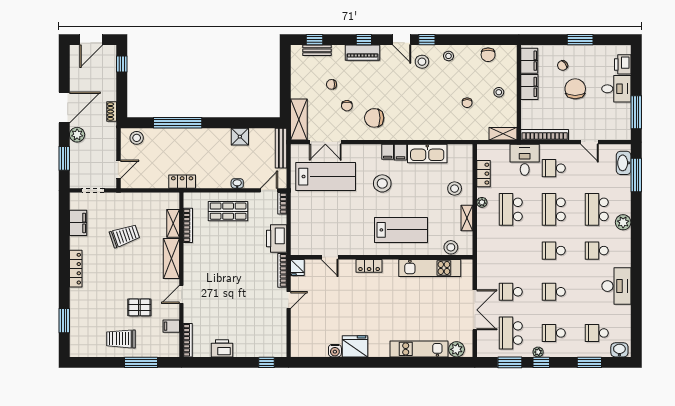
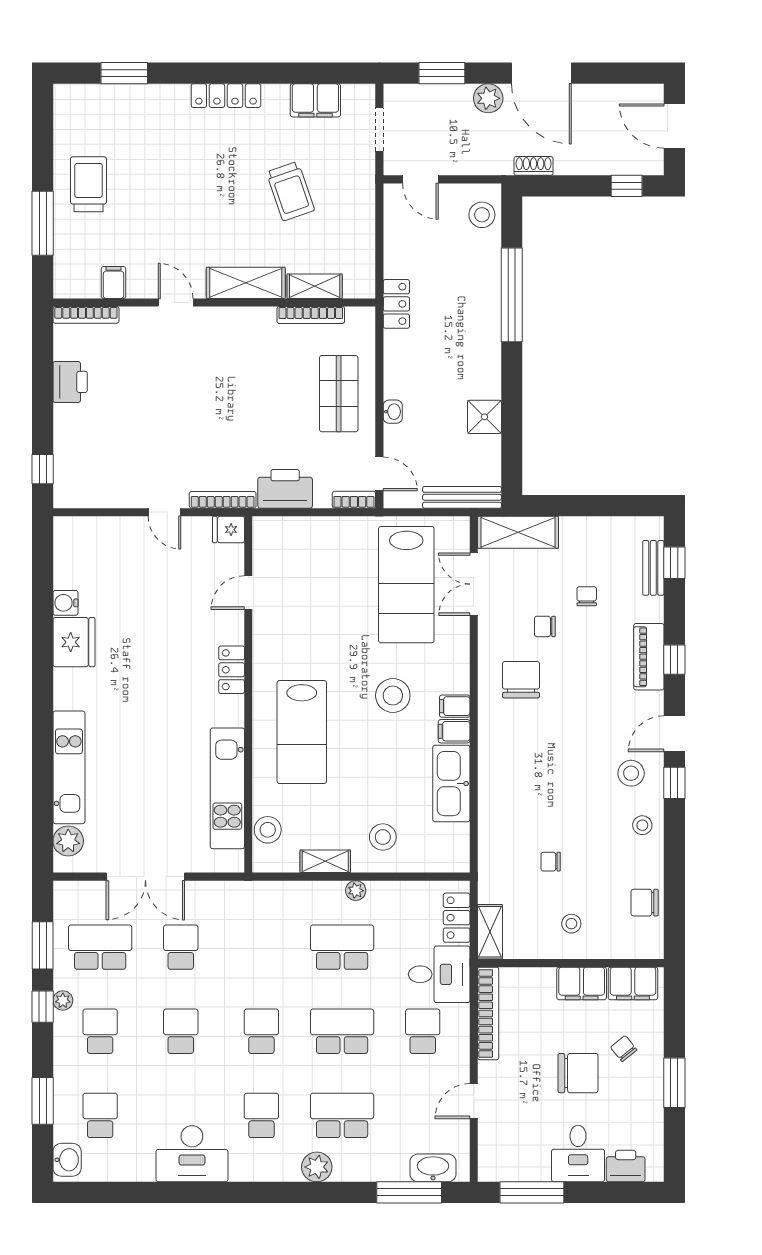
locker: (483, 174) -> (457, 918), moved, turned 90
pallet: (139, 307) -> (150, 220), removed

